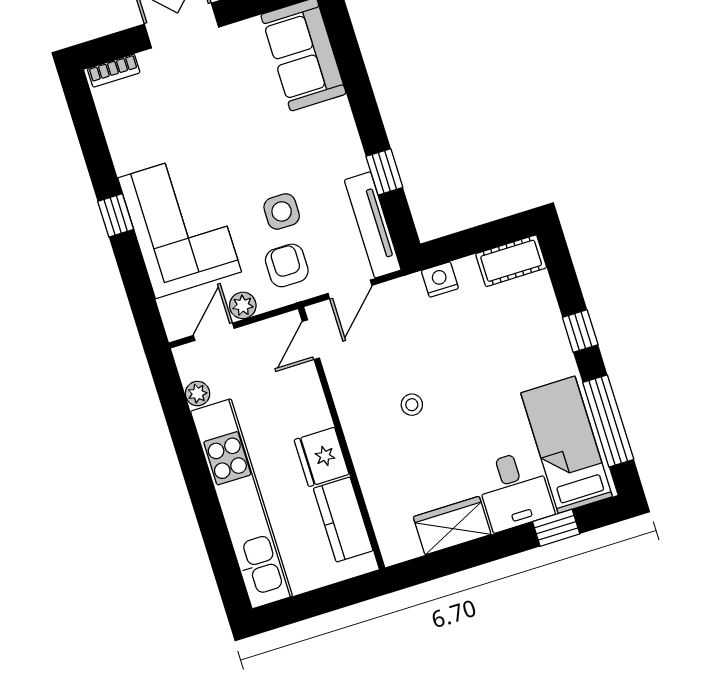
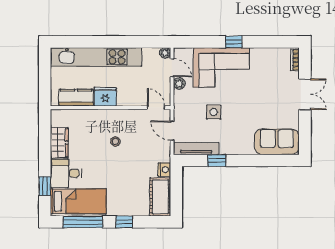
cot: (511, 261) -> (160, 197), width x1.37, depth x1.34
armchair: (287, 265) -> (190, 107), removed
plant: (198, 394) -> (165, 53), moved

